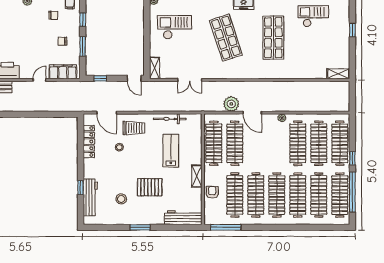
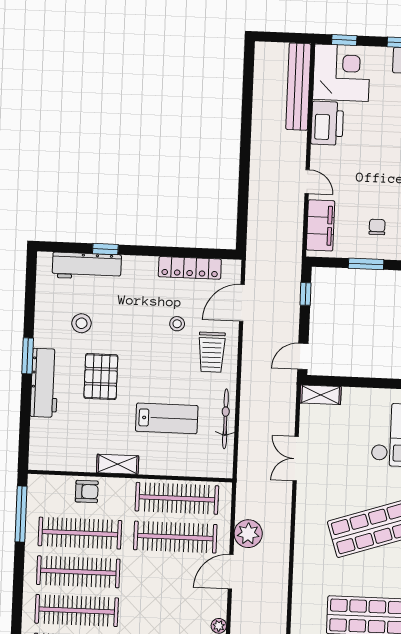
workbench: (183, 218) -> (44, 383), moved

